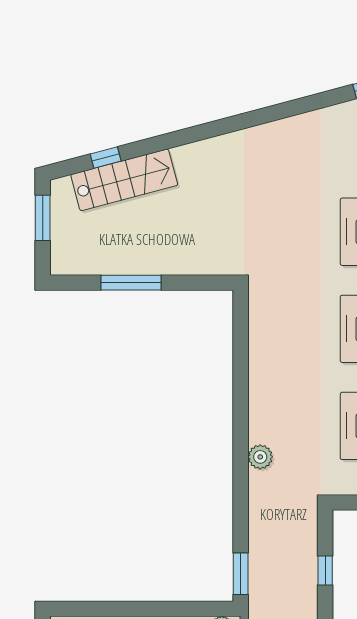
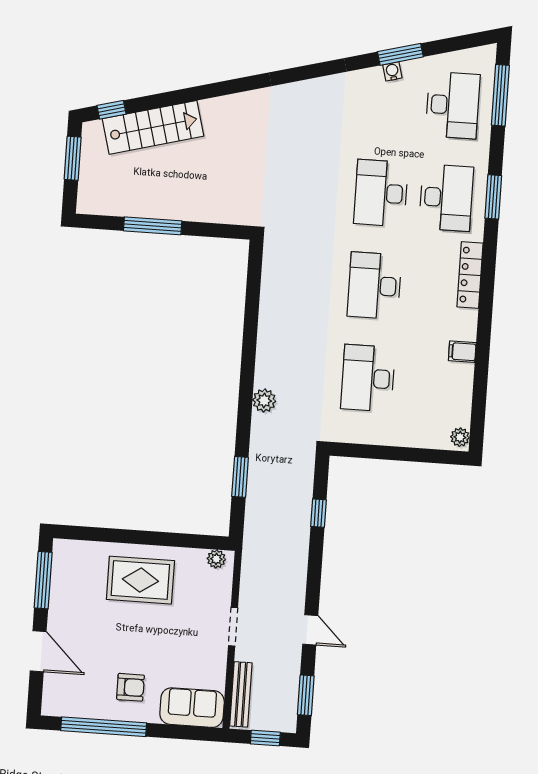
window: (106, 158) -> (111, 110), moved
window: (241, 574) -> (240, 477), moved

